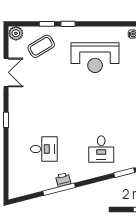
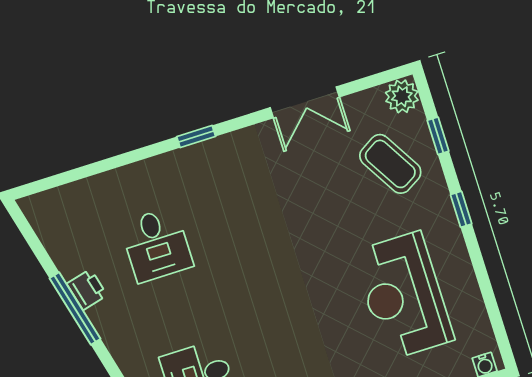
window: (47, 24) -> (438, 136), moved
printer: (63, 180) -> (87, 290), moved

